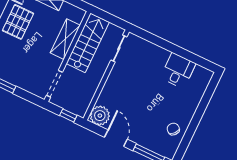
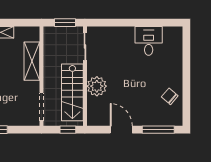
window: (111, 19) -> (65, 23), added
stairs: (88, 43) -> (72, 92), moved, turned 180
plant: (100, 116) -> (97, 86), moved

